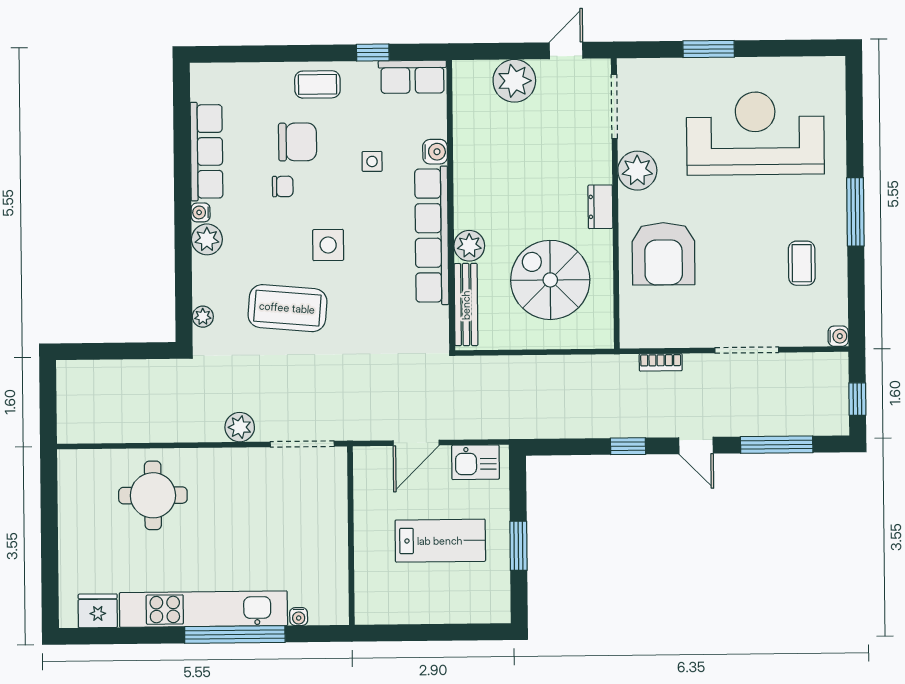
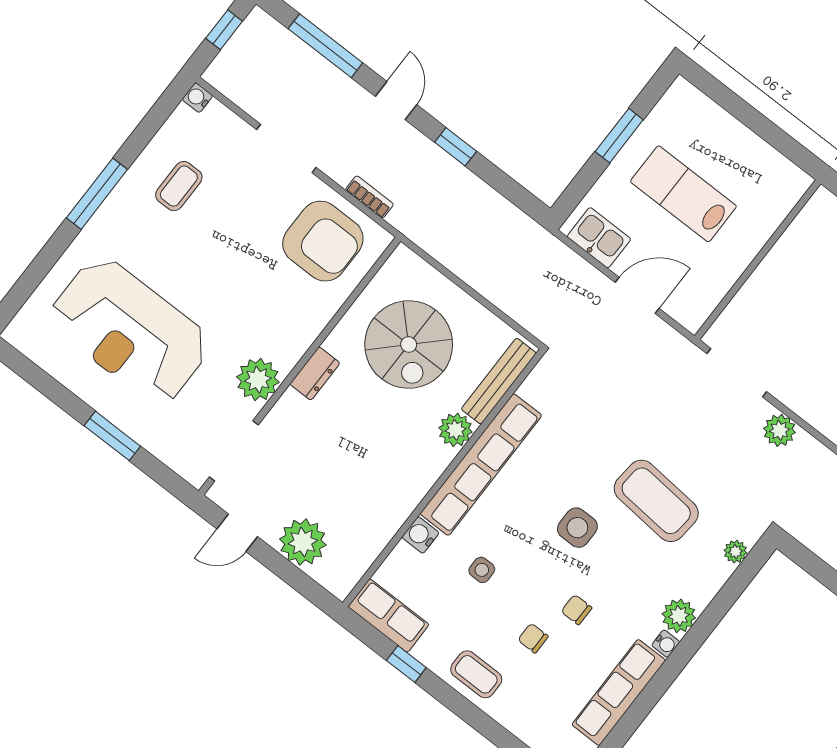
chair: (298, 142) -> (533, 638), width x0.54, depth x0.54
armchair: (663, 254) -> (323, 241), moved, turned 90

